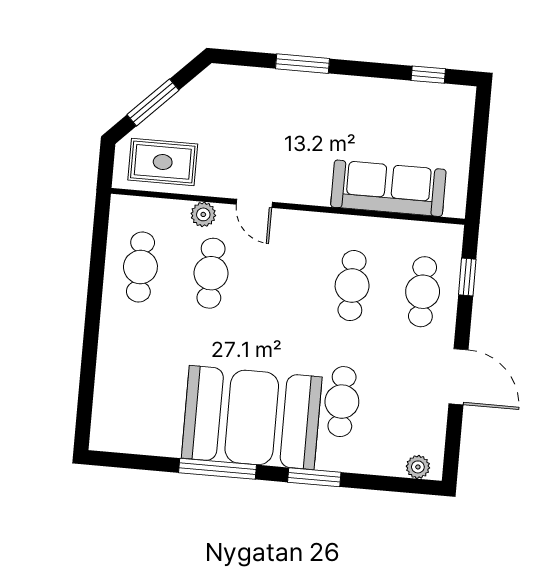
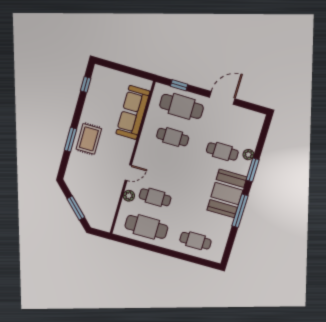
rug: (163, 162) -> (89, 139), moved
cafe table: (140, 267) -> (146, 227), width x1.37, depth x1.35
cafe table: (423, 292) -> (182, 106), width x1.37, depth x1.35
cafe table: (130, 383) -> (195, 241), added
booth: (252, 417) -> (227, 194), width x0.73, depth x0.70
plant: (418, 467) -> (248, 155), moved

